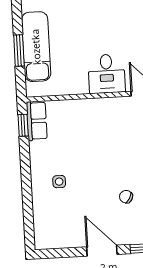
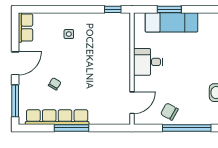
desk: (107, 74) -> (148, 62), moved
row of seats: (37, 121) -> (25, 27), moved, turned -90

